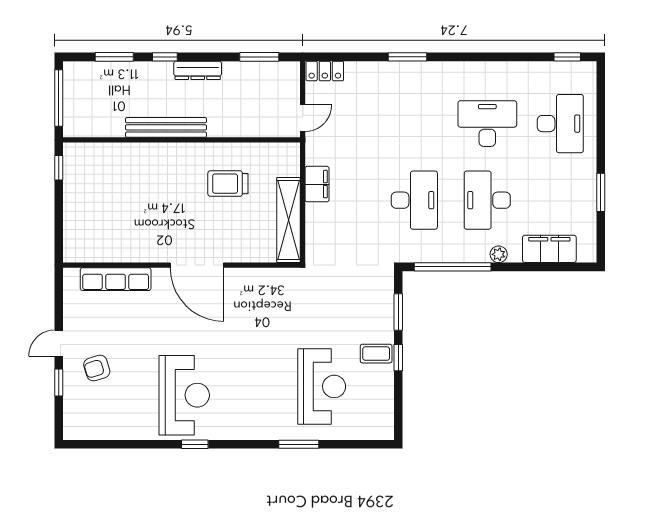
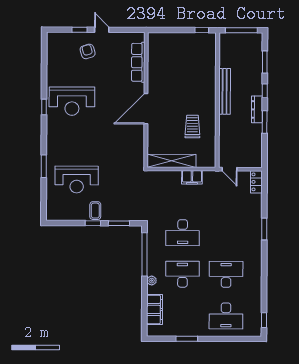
window: (259, 57) -> (265, 122), moved
desk: (487, 124) -> (226, 274), turned -90

